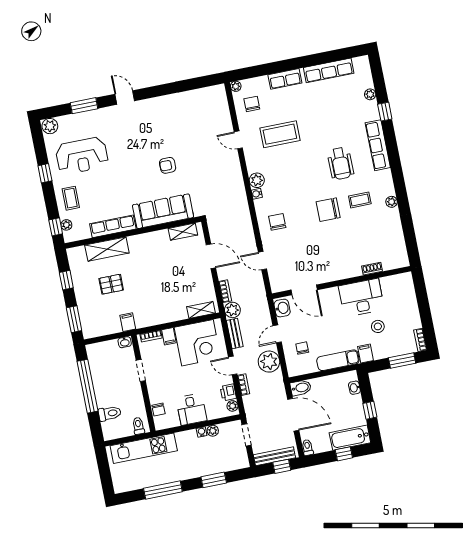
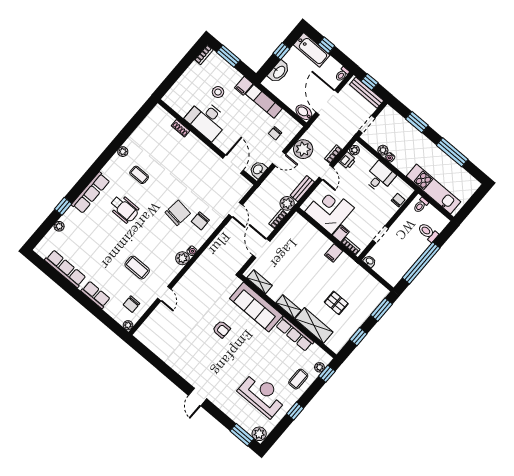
window: (84, 106) -> (242, 435), moved
coffee table: (280, 134) -> (137, 268), width x0.73, depth x0.76
wheelchair: (341, 163) -> (124, 209), turned 90
chair: (328, 210) -> (178, 213), moved, turned -83
shelving: (201, 310) -> (288, 306), moved
filing cabinet: (128, 322) -> (334, 253), moved
washbasin: (354, 388) -> (279, 72), width x1.91, depth x1.45

